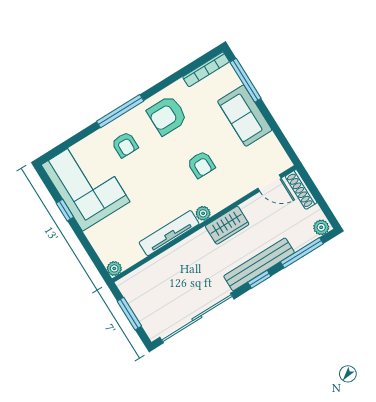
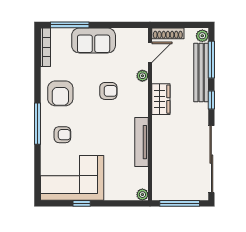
plant: (203, 213) -> (142, 76), moved
bench: (259, 264) -> (201, 72), moved
window: (129, 314) -> (180, 203), width x1.44

